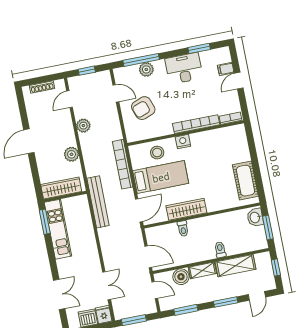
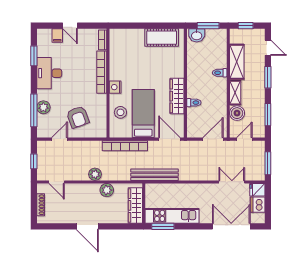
plant: (83, 126) -> (95, 174), moved
double door: (59, 294) -> (231, 226), width x1.37

